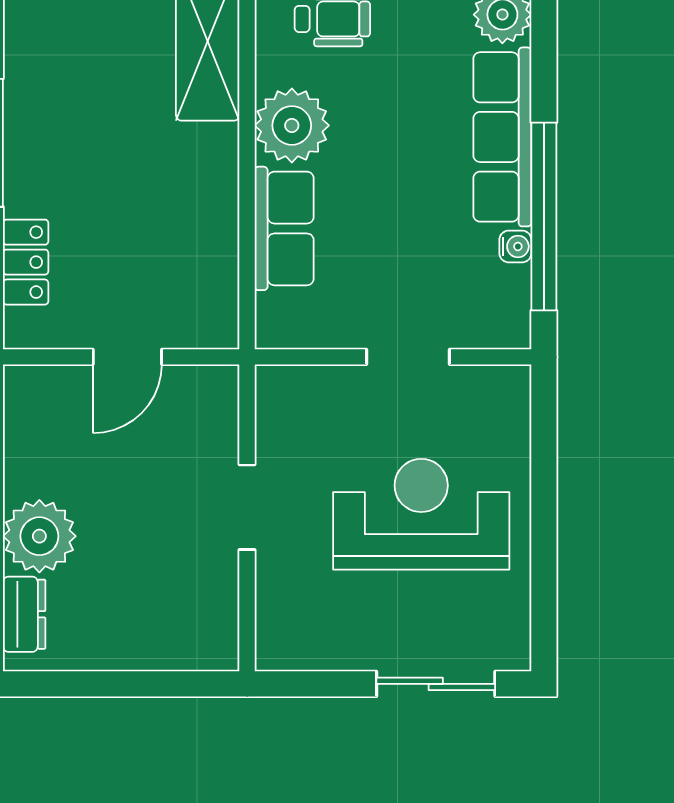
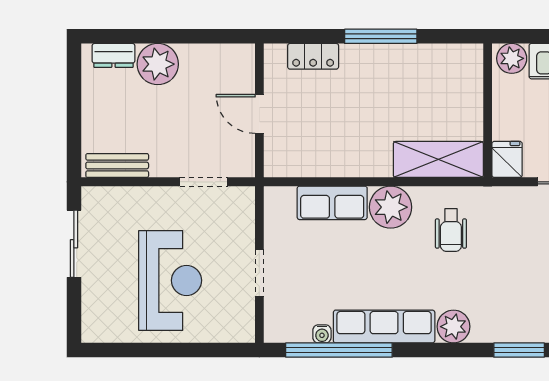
doorway: (247, 507) -> (204, 182), moved
bench: (218, 608) -> (117, 166), added
sliding door: (436, 684) -> (74, 244), moved

